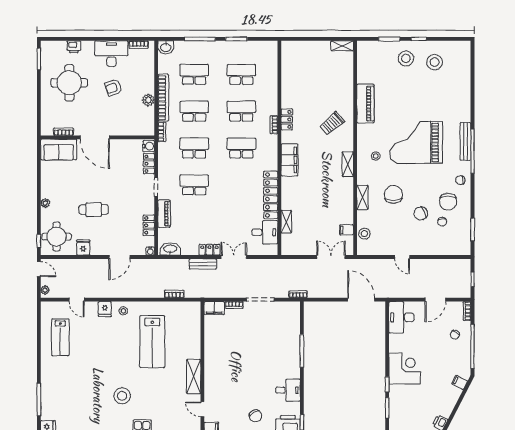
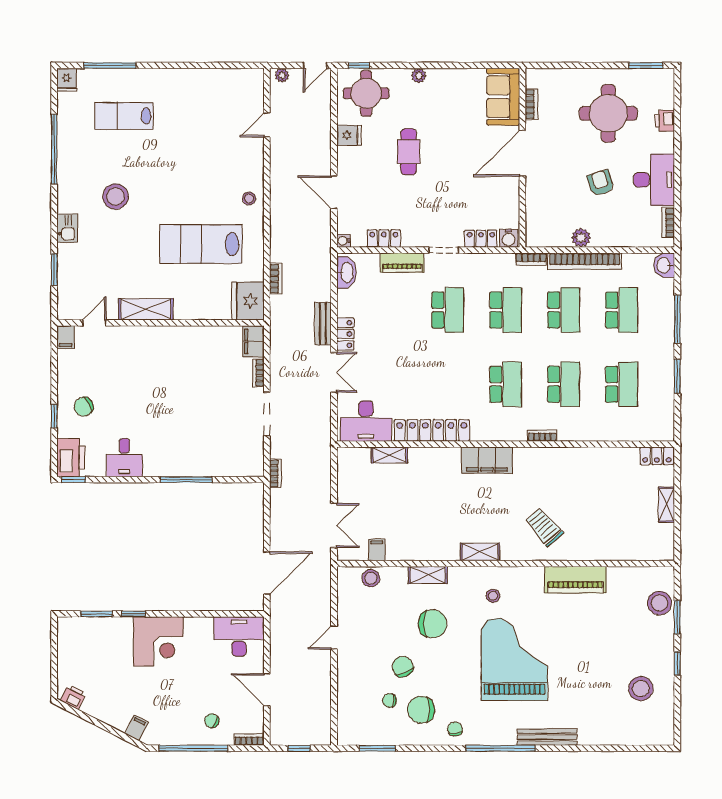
shelving: (342, 46) -> (667, 505), moved
stool: (406, 59) -> (659, 603), moved
locker: (287, 119) -> (657, 456), moved
bench: (465, 141) -> (547, 737), moved
desk: (265, 232) -> (366, 421), width x1.37
fridge: (105, 309) -> (248, 301), moved, width x1.88, depth x1.34
lab bench: (60, 337) -> (124, 116), moved

